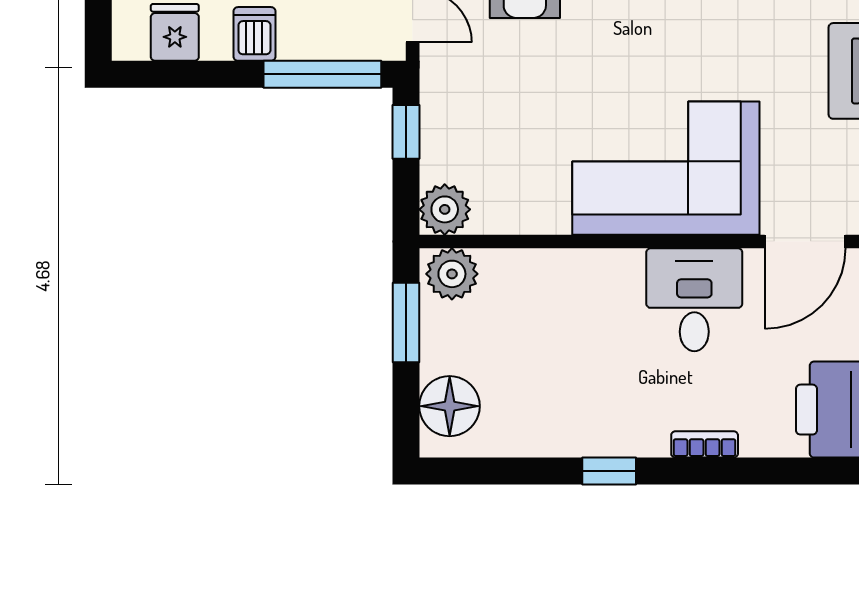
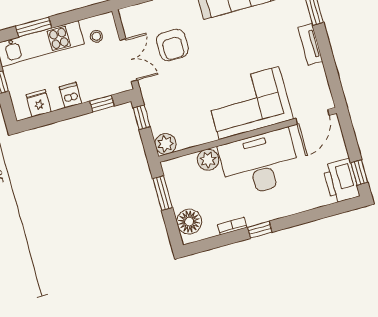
window: (322, 74) -> (102, 104), width x0.46
plant: (452, 274) -> (208, 160), moved
desk: (694, 300) -> (260, 163), width x1.87, depth x1.30
bookcase: (705, 444) -> (232, 226), moved

